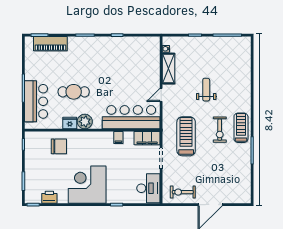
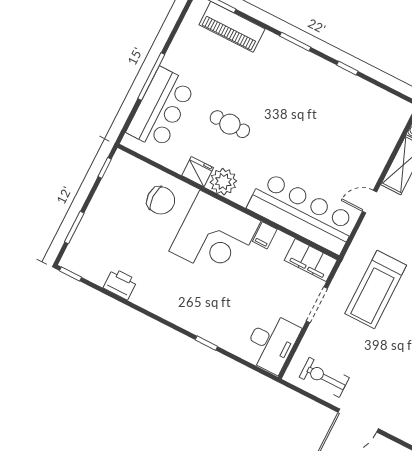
cafe table: (74, 92) -> (230, 124), width x0.73, depth x0.74
treadmill: (186, 136) -> (376, 289), turned 180
corner desk: (87, 185) -> (215, 236), moved, turned 180
printer: (49, 197) -> (120, 284), moved

